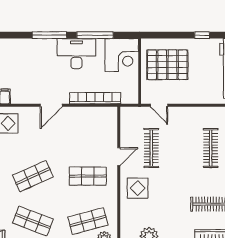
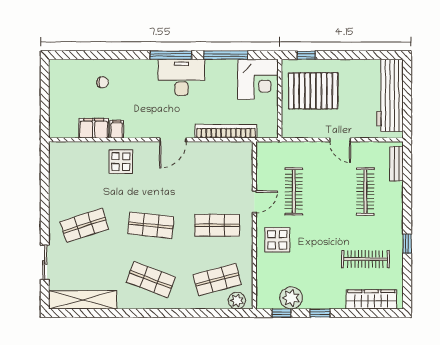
window: (202, 35) -> (306, 55), moved
desk: (76, 54) -> (182, 77), moved
door: (159, 105) -> (340, 140), moved
shop shelf: (33, 176) -> (151, 225), turned 30

